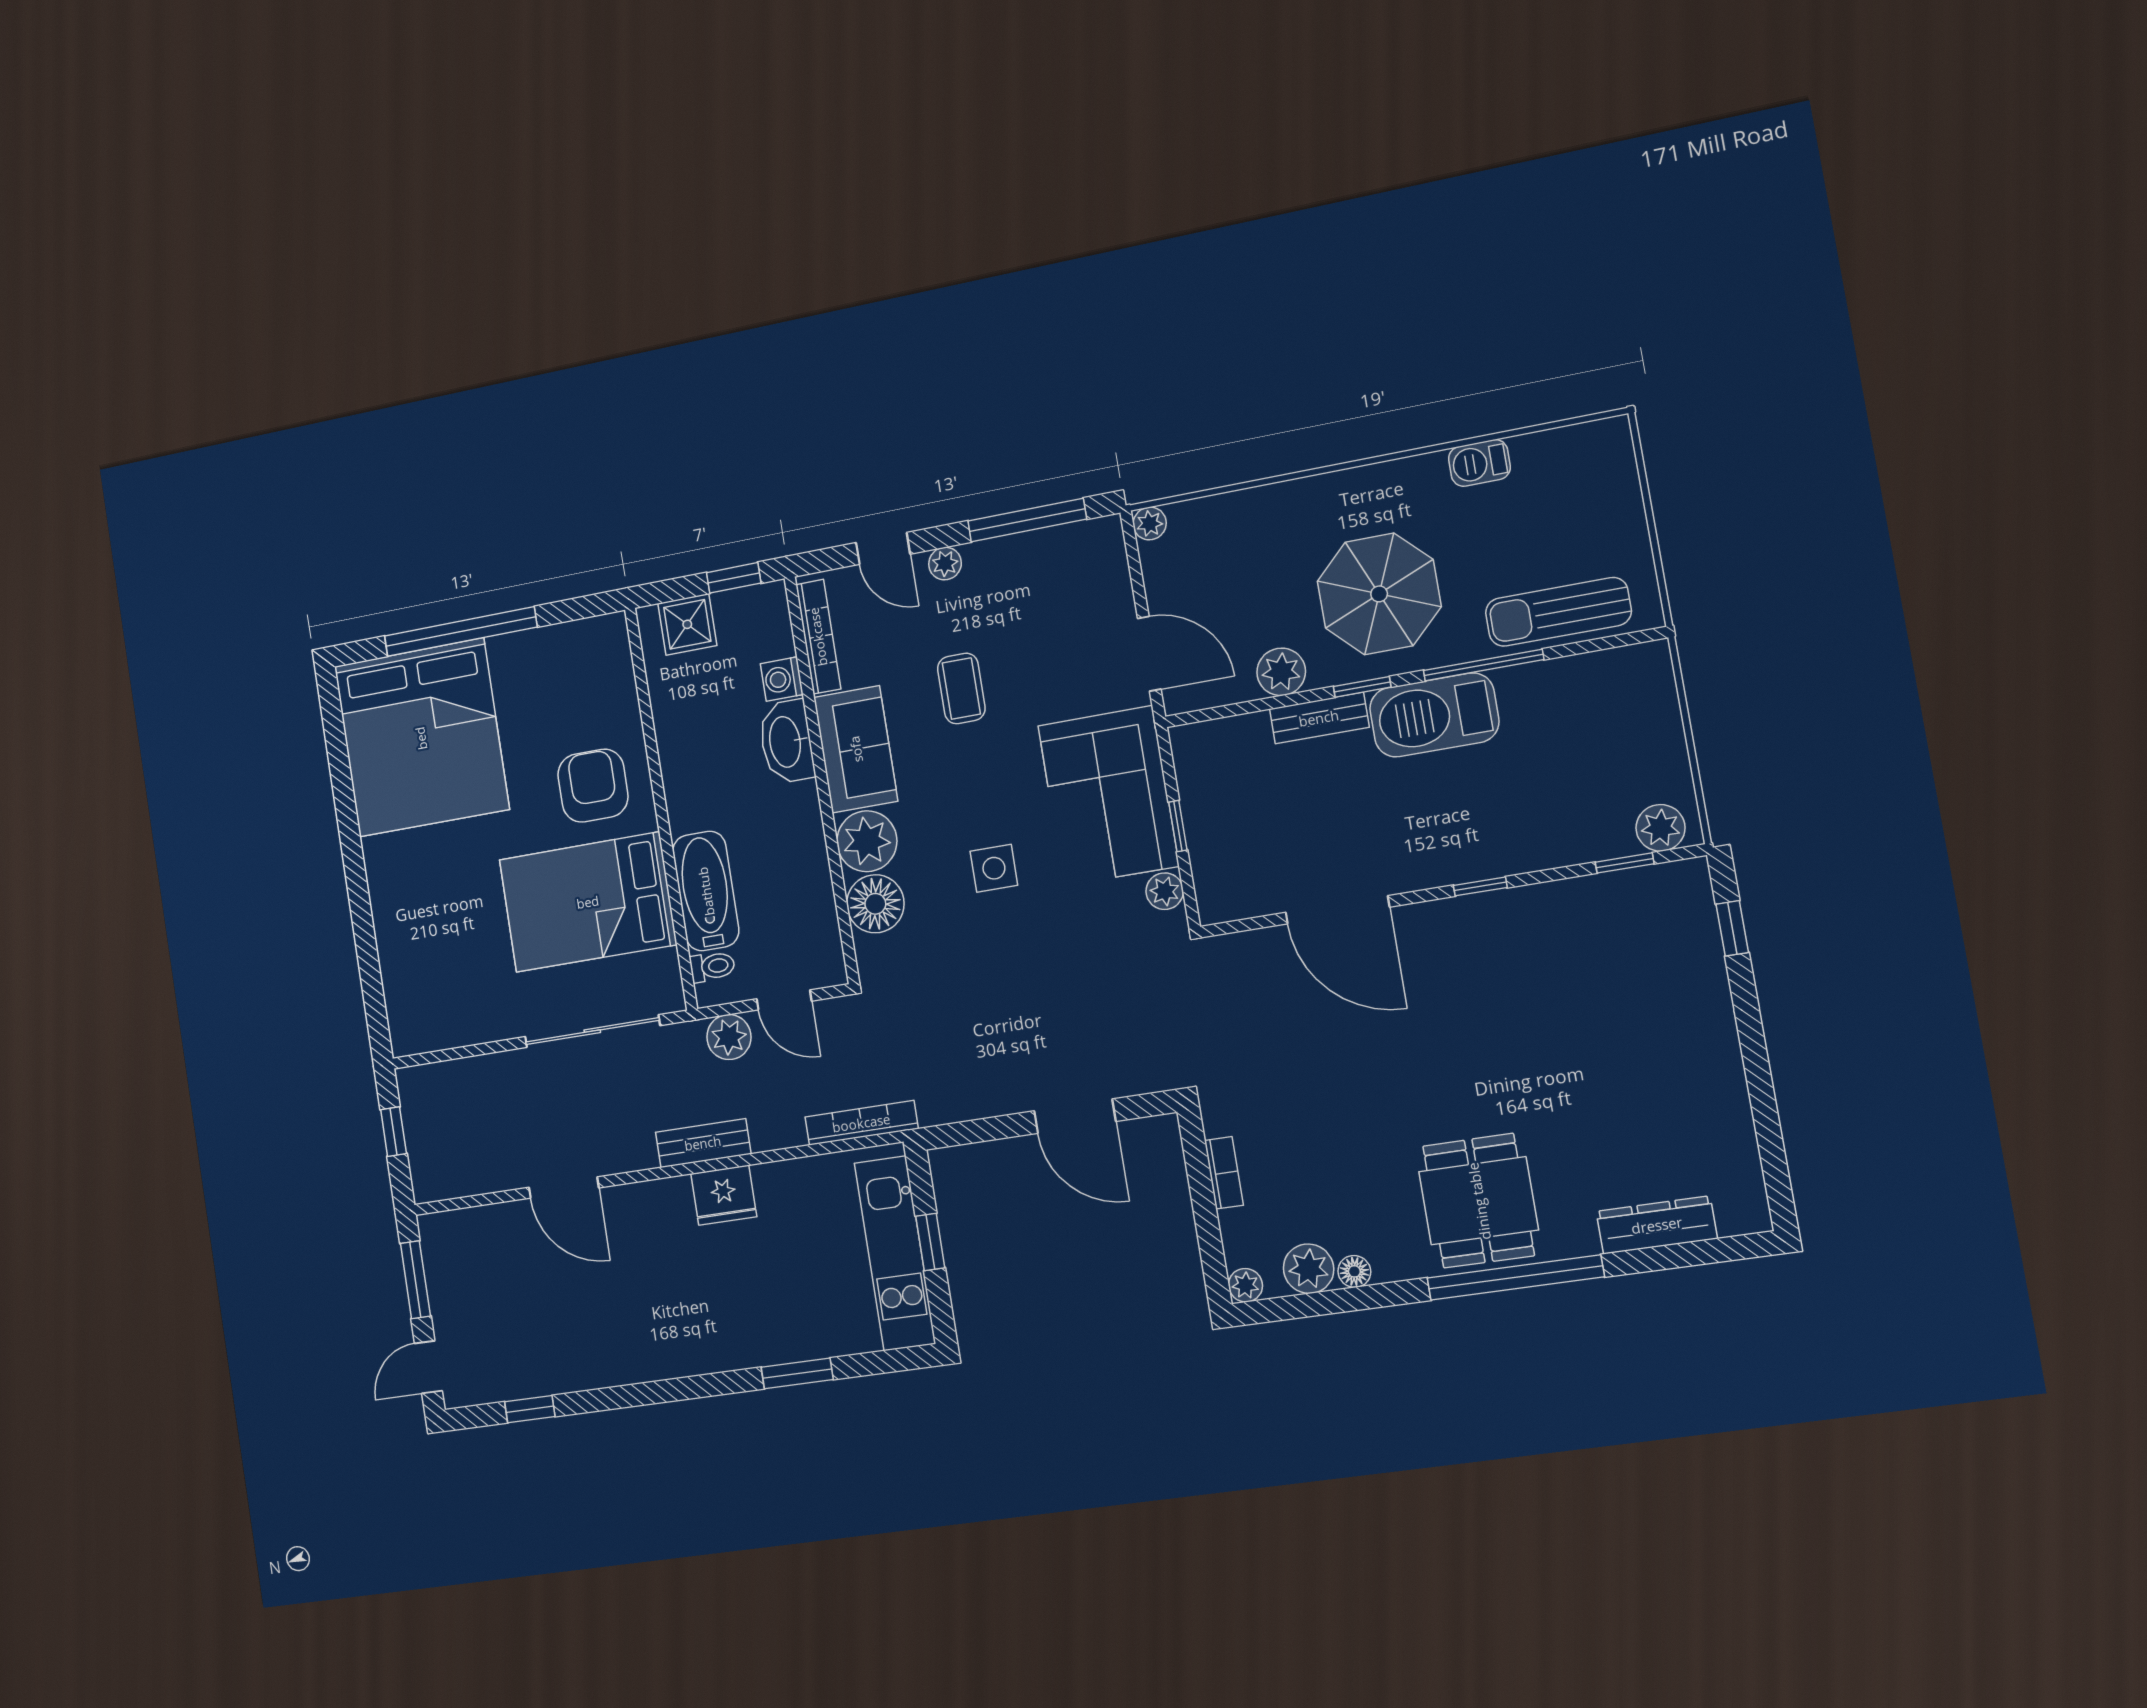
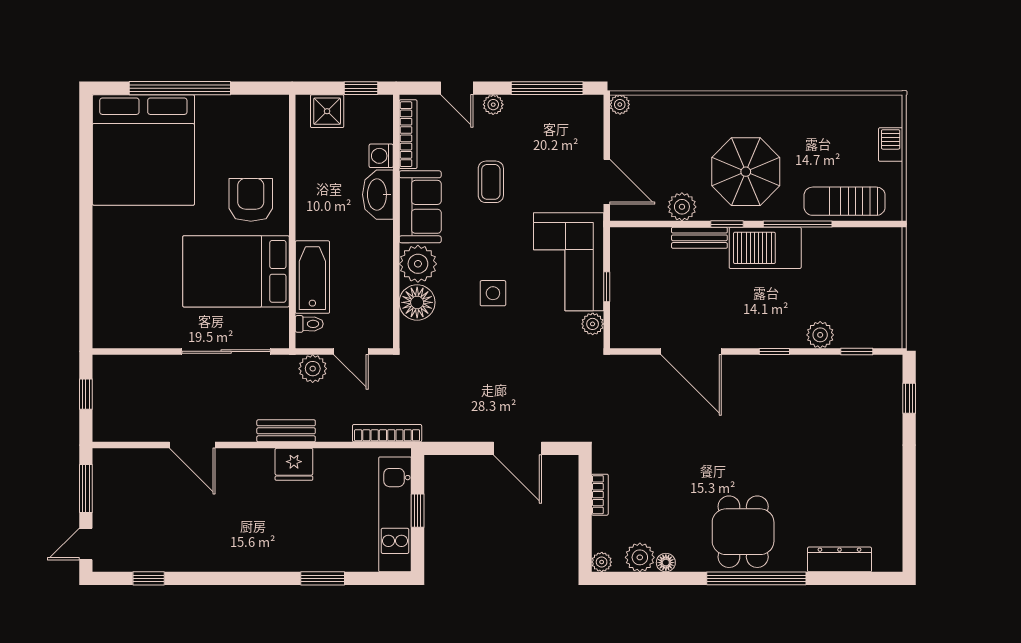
barbecue: (1479, 463) -> (891, 145), moved, turned 90
plant: (1661, 828) -> (820, 335), moved

